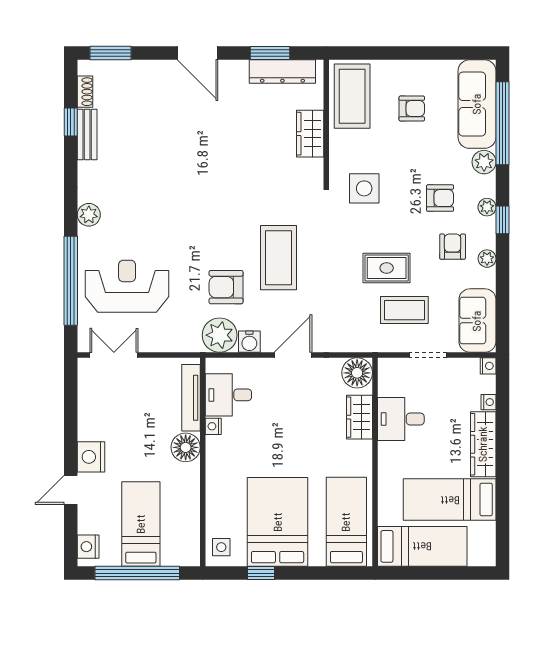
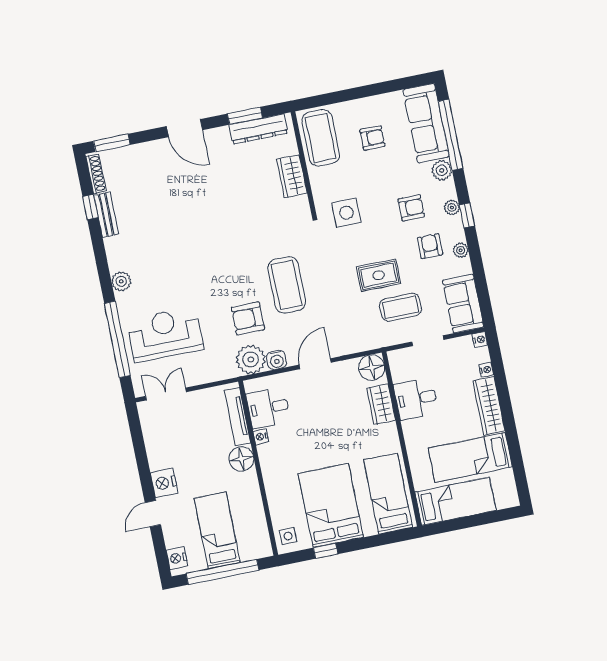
shoe rack: (85, 92) -> (96, 174), width x1.43

